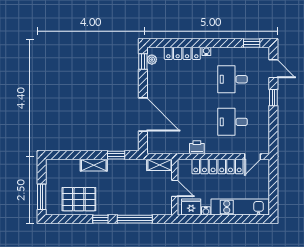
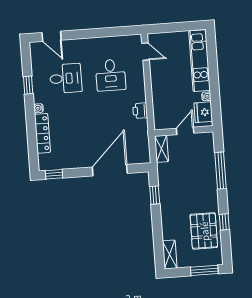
window: (252, 43) -> (28, 85), moved
plant: (152, 60) -> (51, 165), removed
door: (273, 69) -> (52, 36), swing flipped
desk: (233, 79) -> (66, 78), turned -90
window: (273, 98) -> (82, 34), removed
shelving: (94, 165) -> (170, 255), moved
locker: (217, 167) -> (159, 88), removed
window: (100, 219) -> (224, 222), moved

